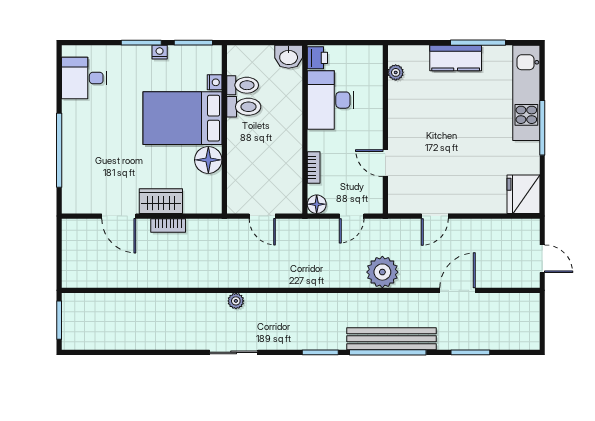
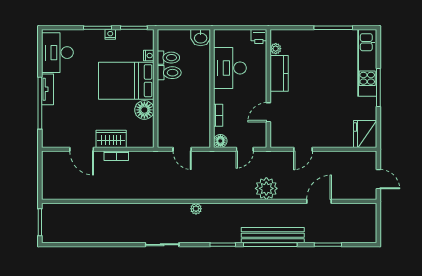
printer: (317, 58) -> (259, 37), moved, turned 90
kitchen counter: (456, 58) -> (279, 73), moved, turned -90
desk: (84, 78) -> (57, 53), width x1.37
tv unit: (70, 130) -> (48, 89), added
door: (385, 163) -> (268, 112), hinge flipped
plant: (236, 301) -> (196, 209), moved

